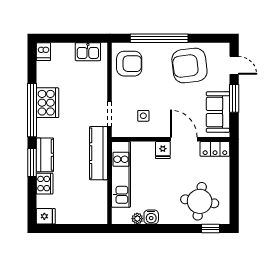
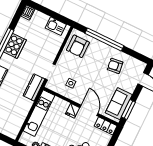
armchair: (129, 64) -> (78, 46), turned 90
armchair: (189, 66) -> (115, 66), width x0.53, depth x0.53
window: (234, 98) -> (128, 110), moved
kitchen counter: (98, 153) -> (34, 87), width x0.67

